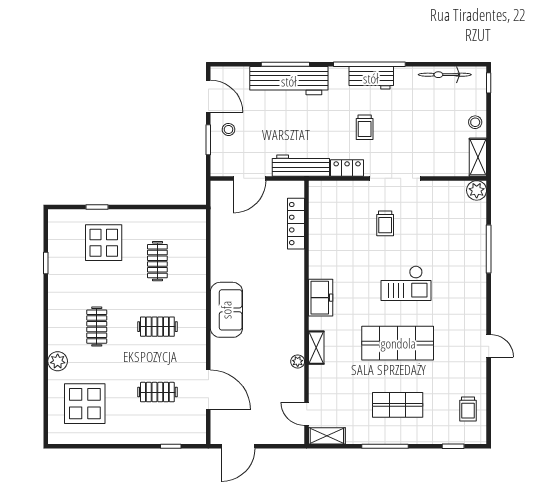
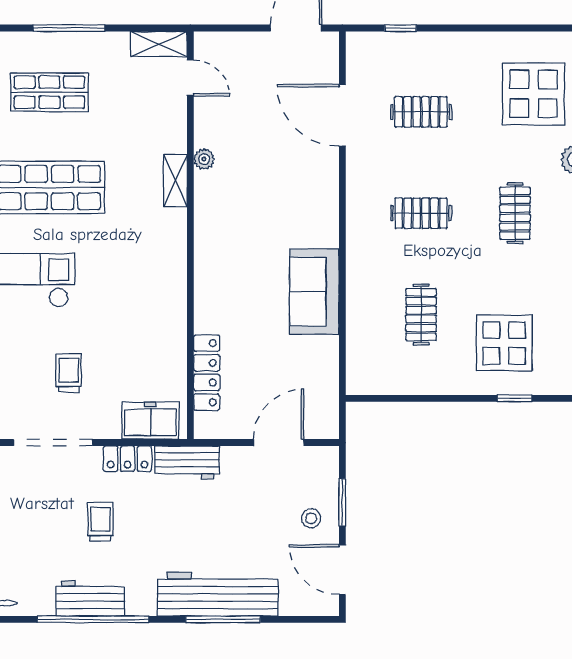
workbench: (301, 166) -> (187, 462), width x0.73
freezer: (321, 298) -> (150, 421), moved, turned 90
sofa: (226, 310) -> (314, 292), moved

